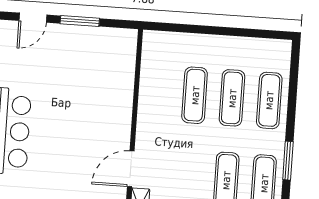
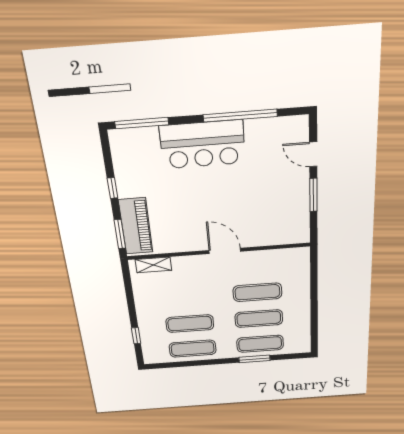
window: (288, 161) -> (254, 359), moved
door: (131, 169) -> (225, 251), moved

